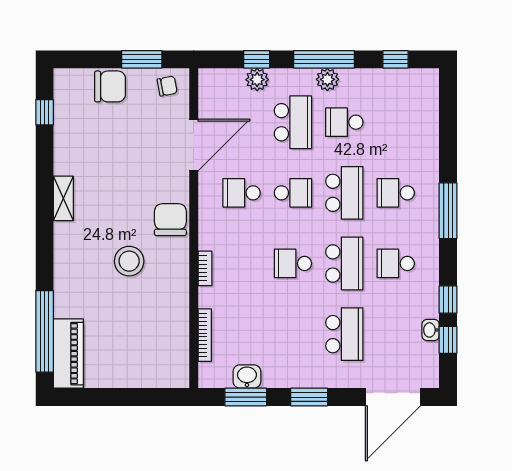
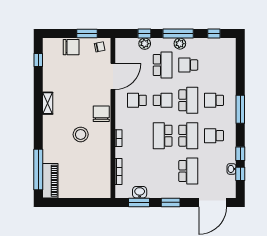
school desk: (293, 263) -> (163, 136), width x1.85

